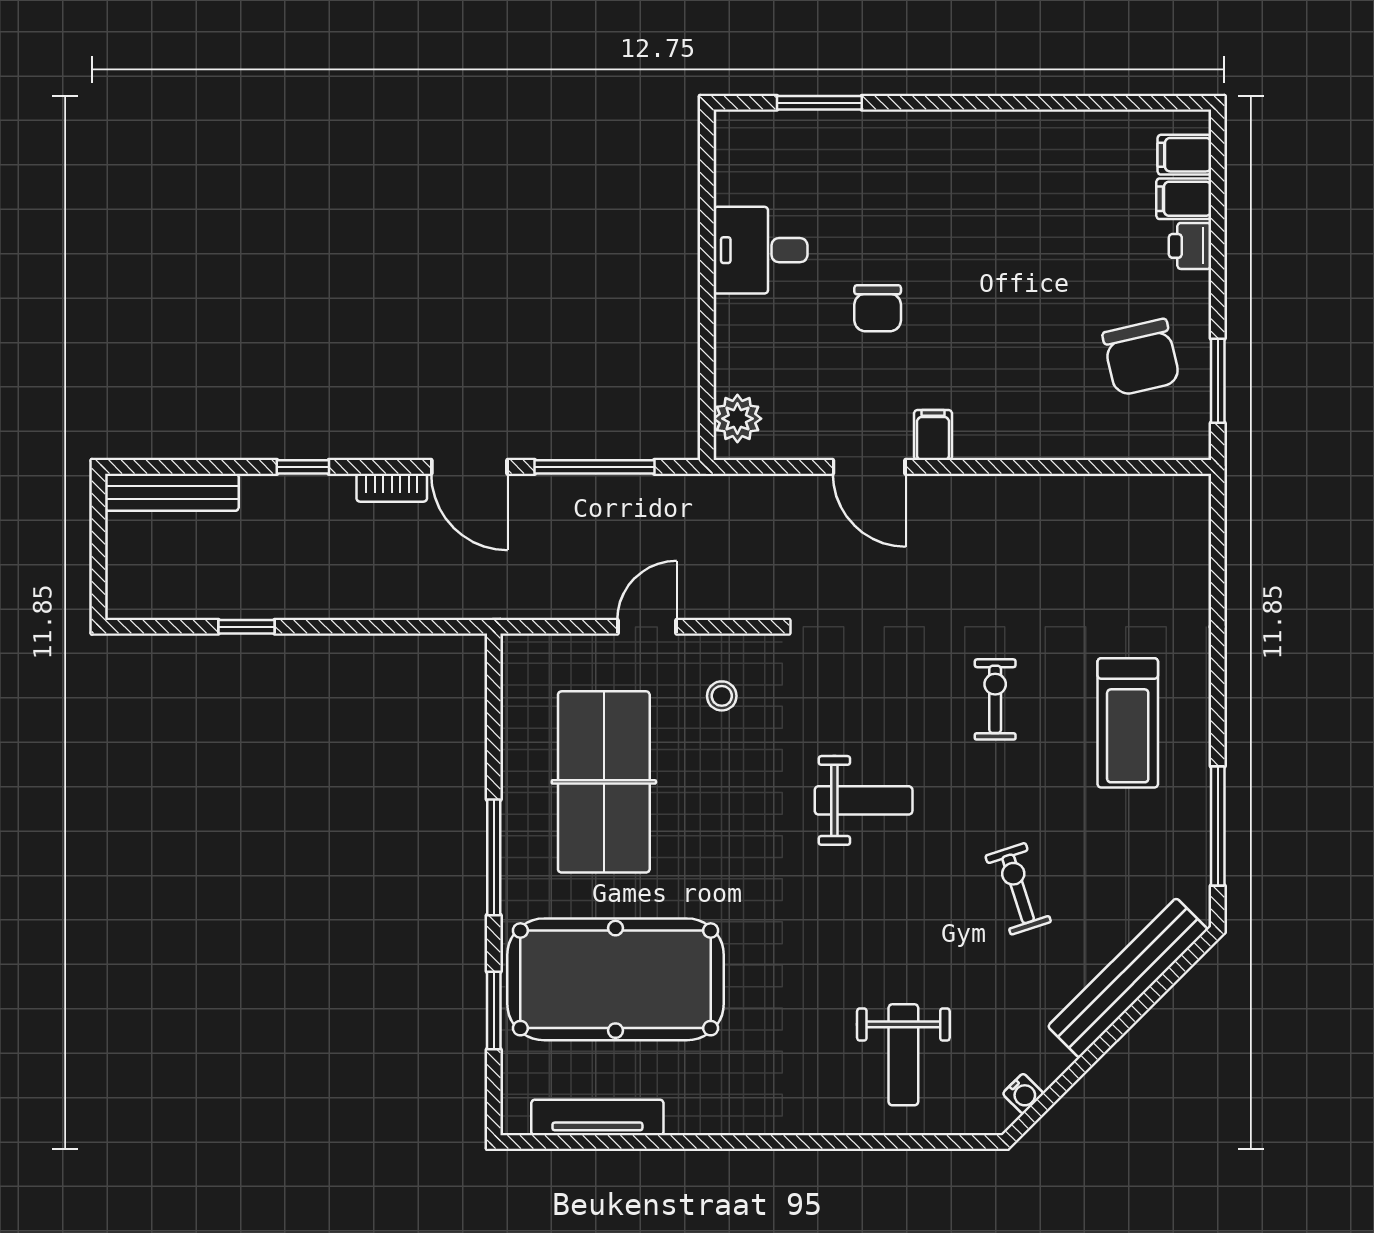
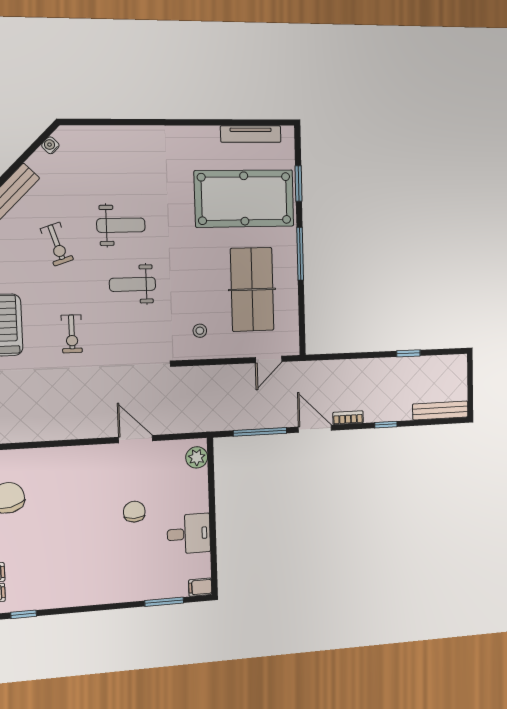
window: (1121, 103) -> (24, 614), added
filing cabinet: (933, 435) -> (200, 587), moved, turned 90
door: (647, 627) -> (269, 359), moved
weight bench: (903, 1055) -> (121, 225), moved, turned 90

